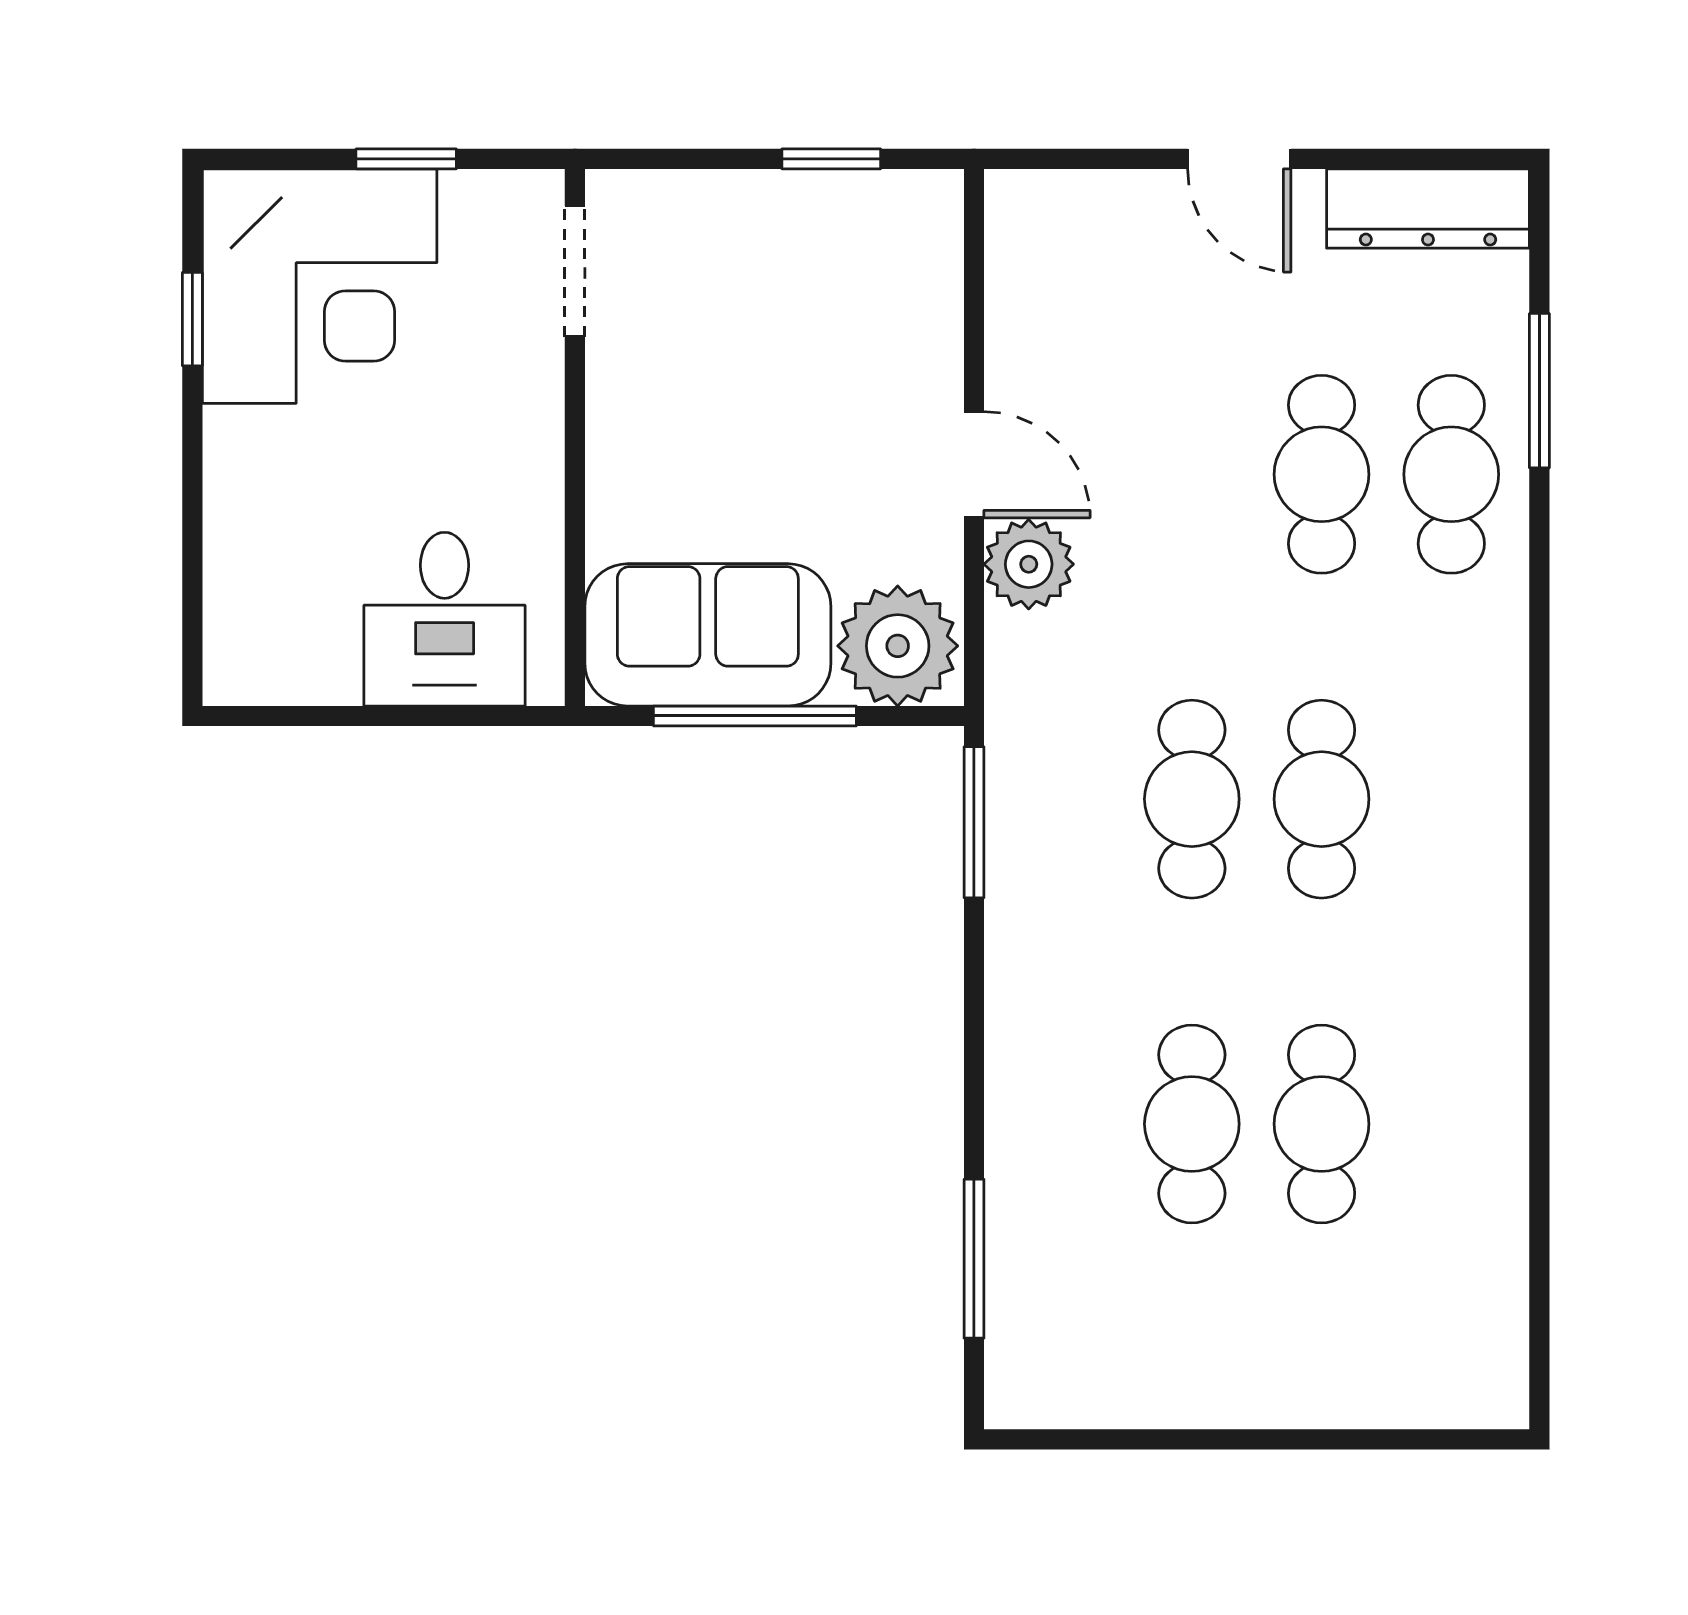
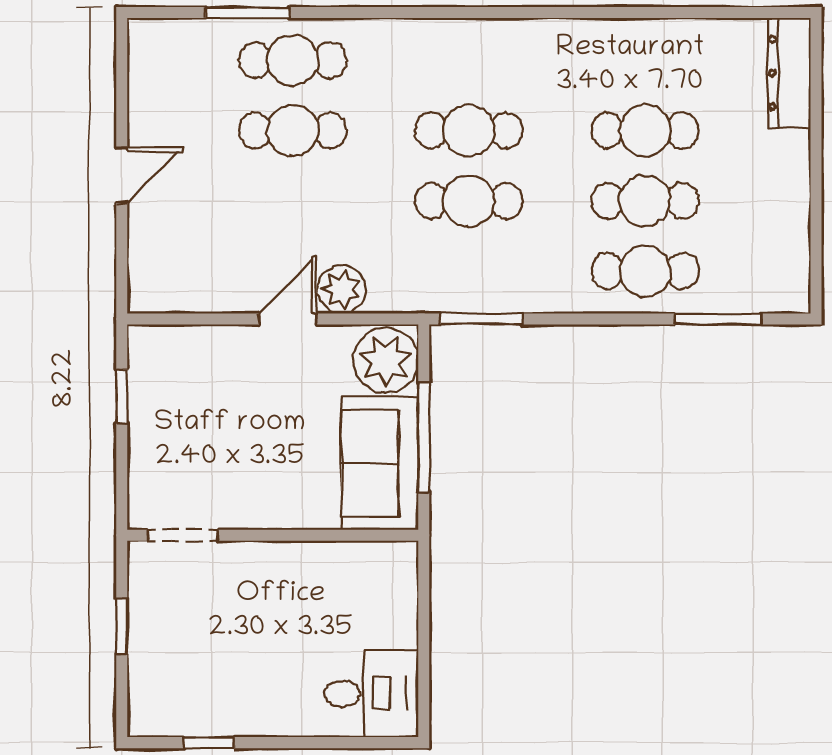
dresser: (1428, 209) -> (789, 73), moved, turned 180
corner desk: (320, 286) -> (191, 674), removed
desk: (445, 619) -> (371, 694), moved
cafe table: (1062, 1124) -> (645, 271), added

